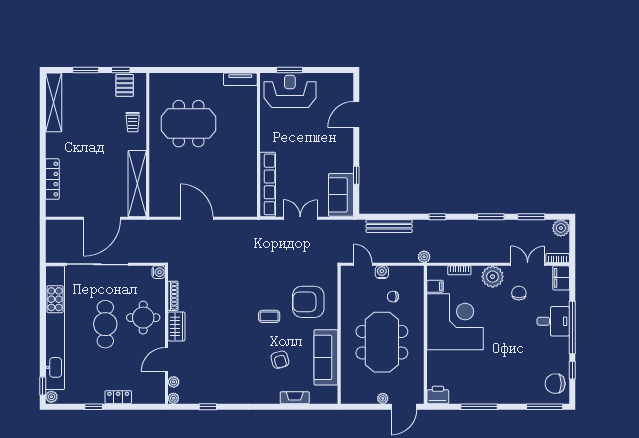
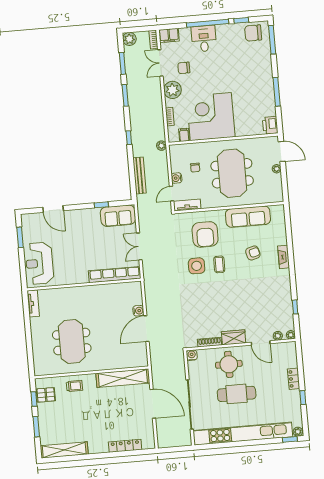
window: (290, 70) -> (20, 237), moved
water cooler: (220, 210) -> (138, 311), added
tv unit: (347, 283) -> (187, 205), added
side table: (270, 288) -> (197, 266), added
meeting table: (382, 342) -> (232, 173), turned 90
chair: (555, 384) -> (253, 33), turned 90
fireplace: (295, 398) -> (284, 257), moved

